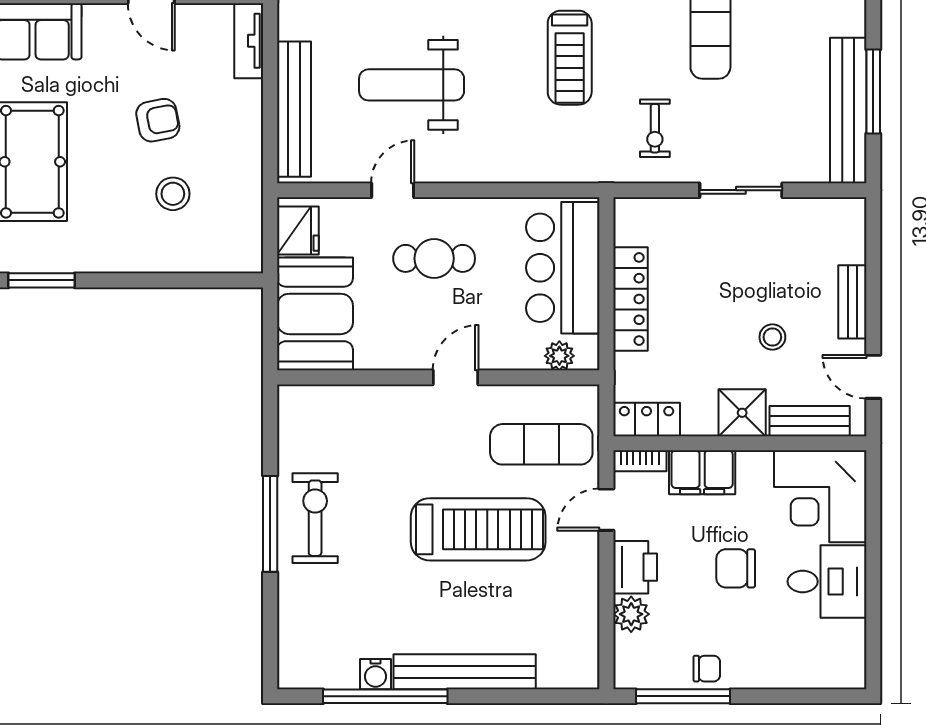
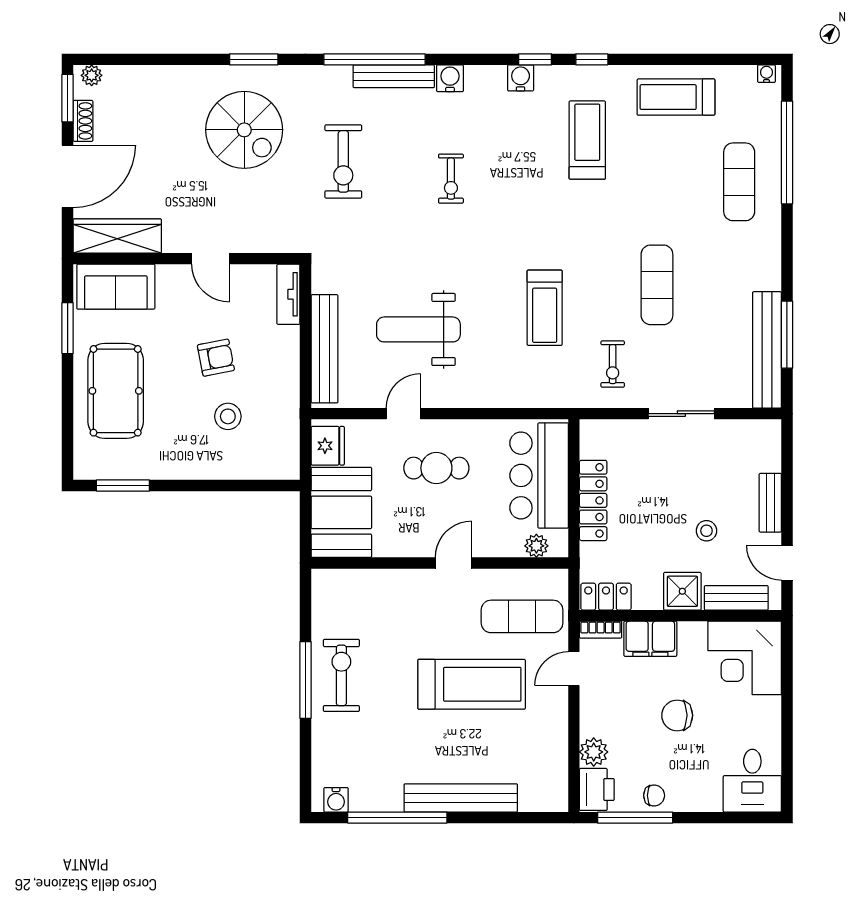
printer: (635, 567) -> (597, 789), moved
desk: (827, 581) -> (752, 781), moved, turned 90
water cooler: (375, 674) -> (336, 800), moved

